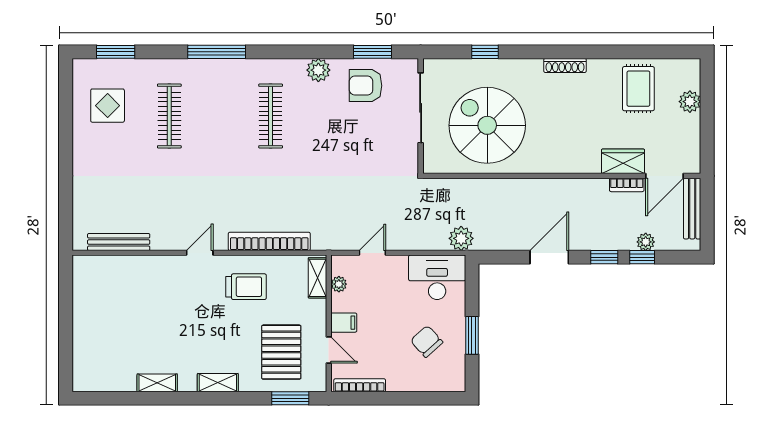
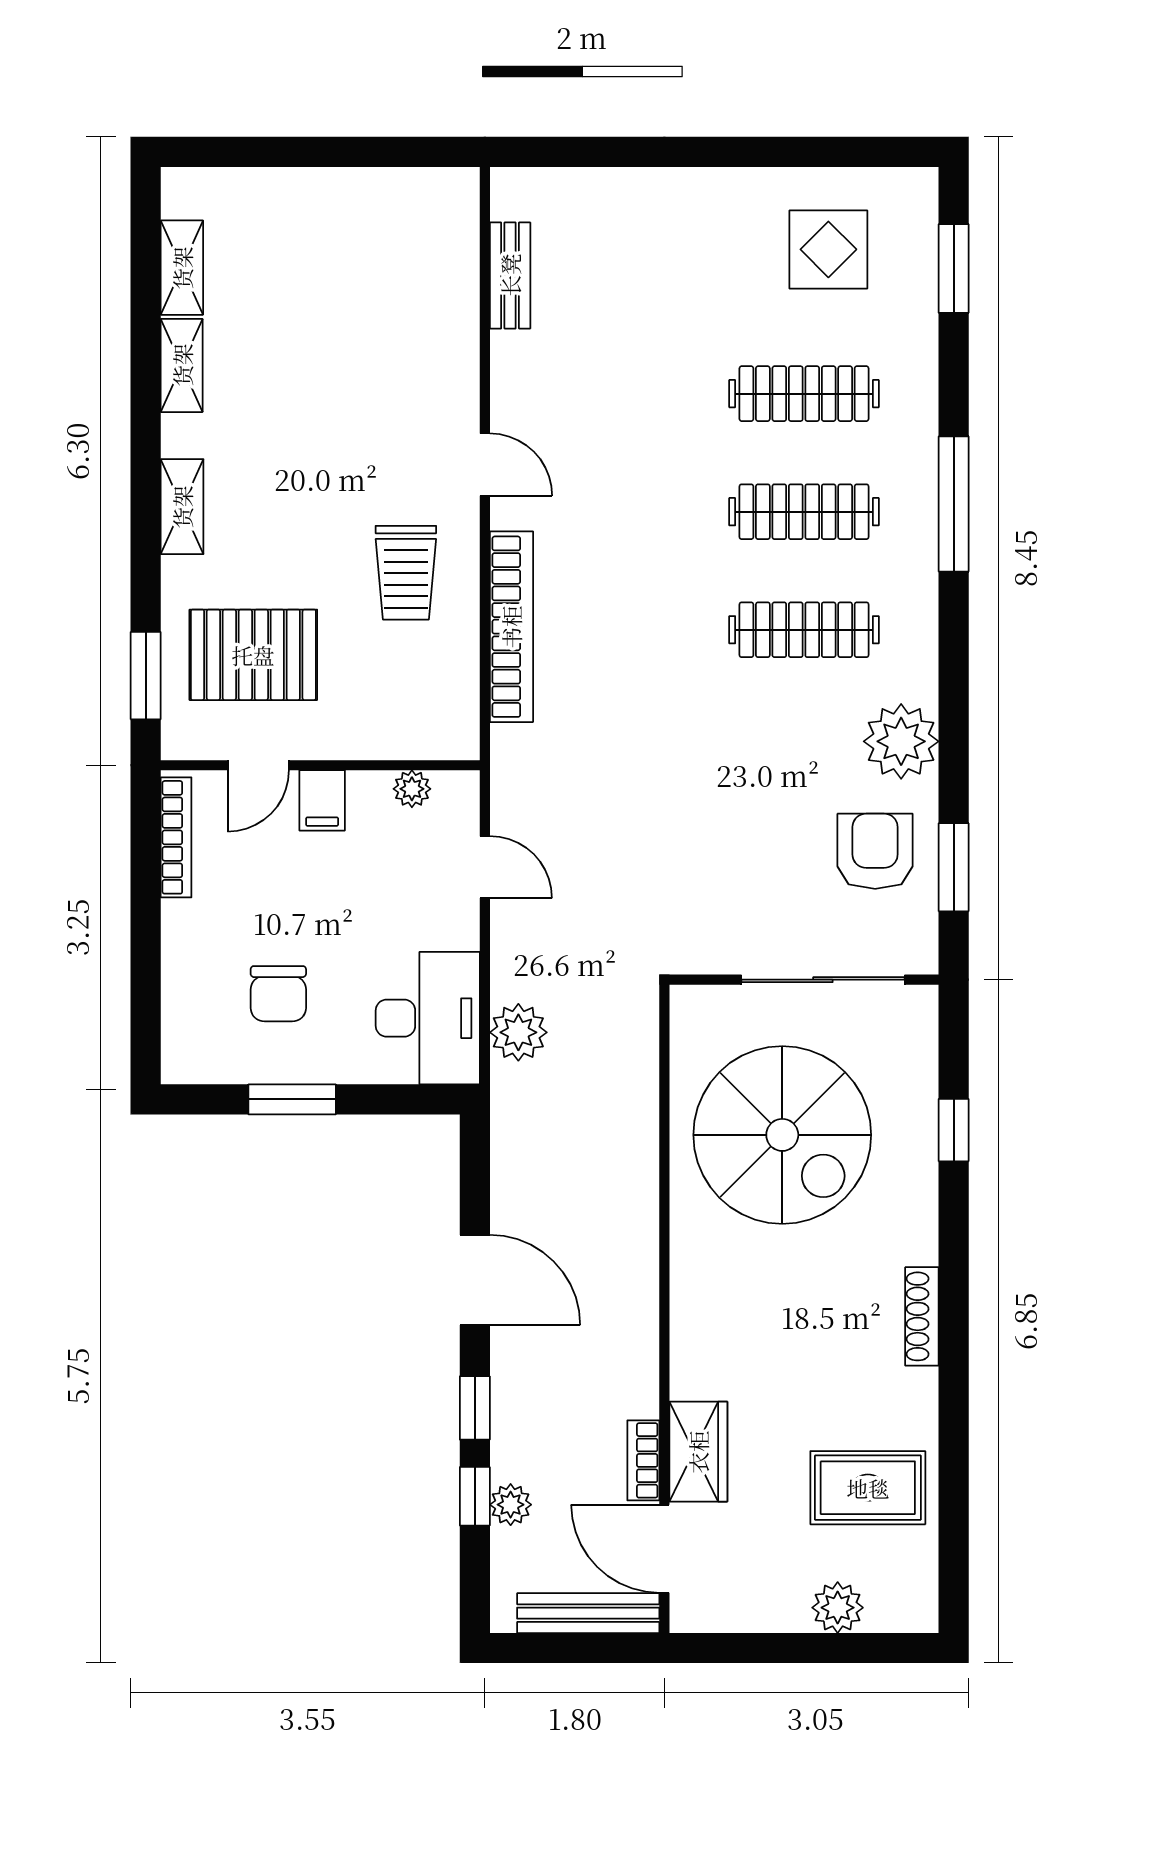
plant: (318, 70) -> (901, 741), width x1.36, depth x1.36
clothes rail: (220, 116) -> (804, 512), added
spiral stairs: (487, 125) -> (782, 1135), turned 90
plant: (461, 238) -> (518, 1032), moved
bench: (119, 242) -> (510, 275), width x0.73
shelving: (317, 278) -> (182, 268), moved, turned 90
chair: (427, 341) -> (278, 994), turned 132

